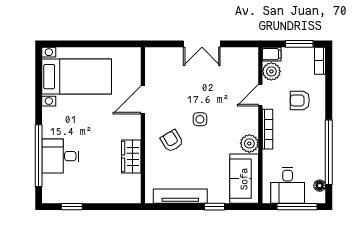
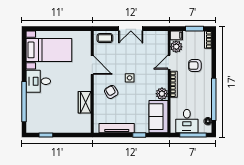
coffee table: (162, 58) -> (105, 38), added
door: (143, 100) -> (92, 65), swing flipped
desk: (60, 156) -> (38, 81), moved

